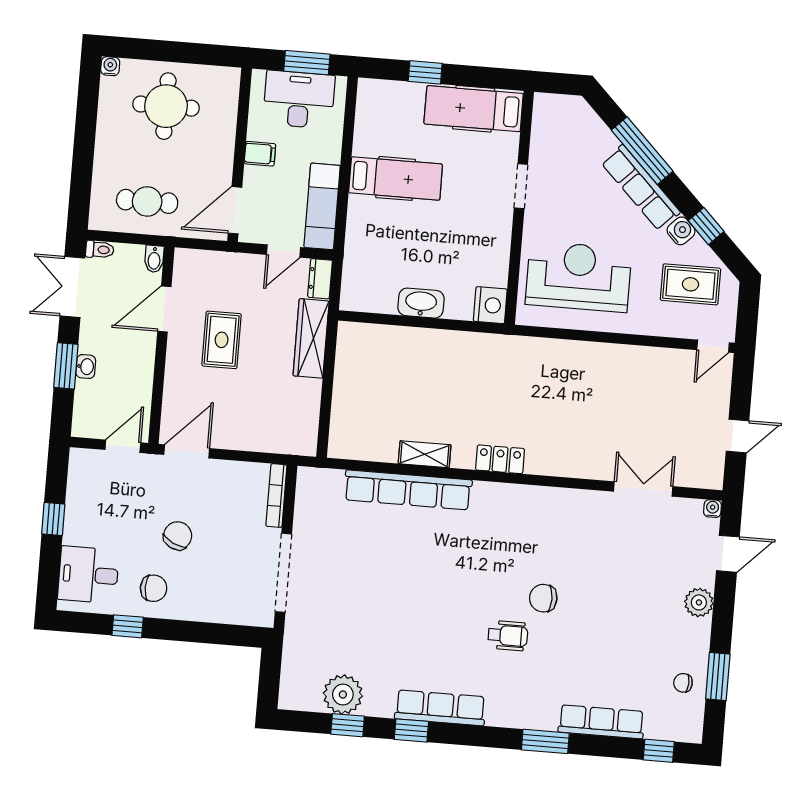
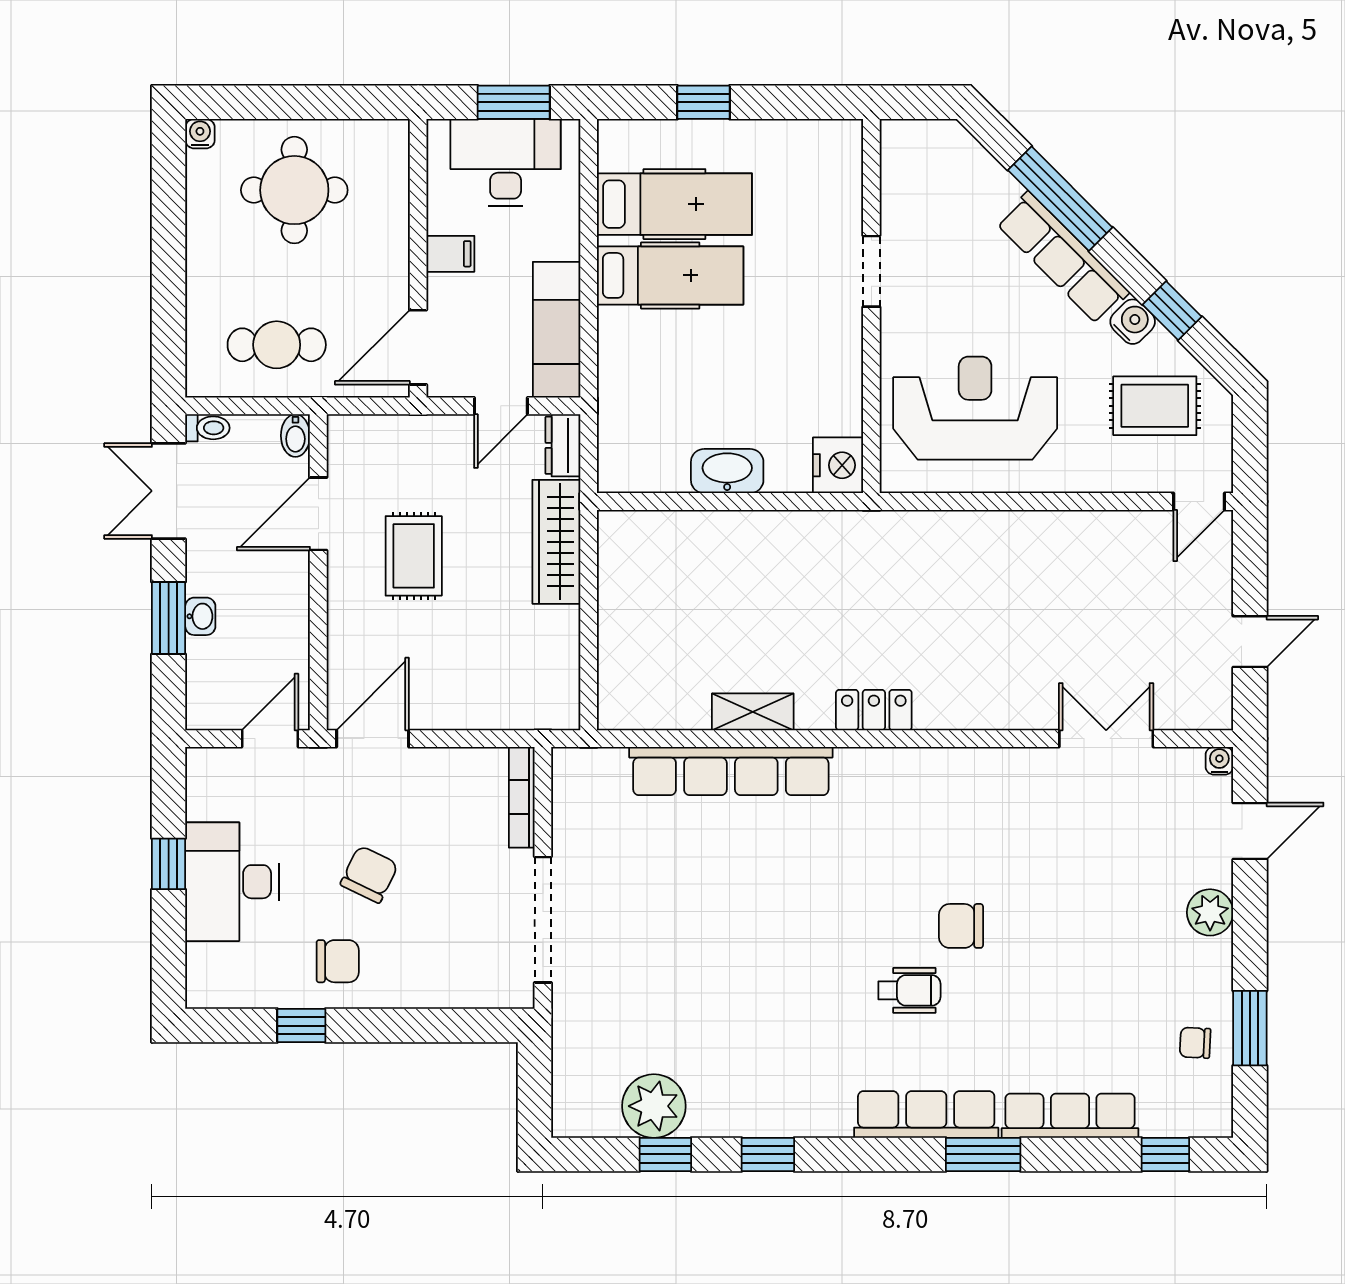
hospital bed: (474, 109) -> (674, 204), moved, turned 180
desk: (88, 575) -> (232, 882), moved, width x1.37
row of seats: (440, 708) -> (926, 1114), moved

